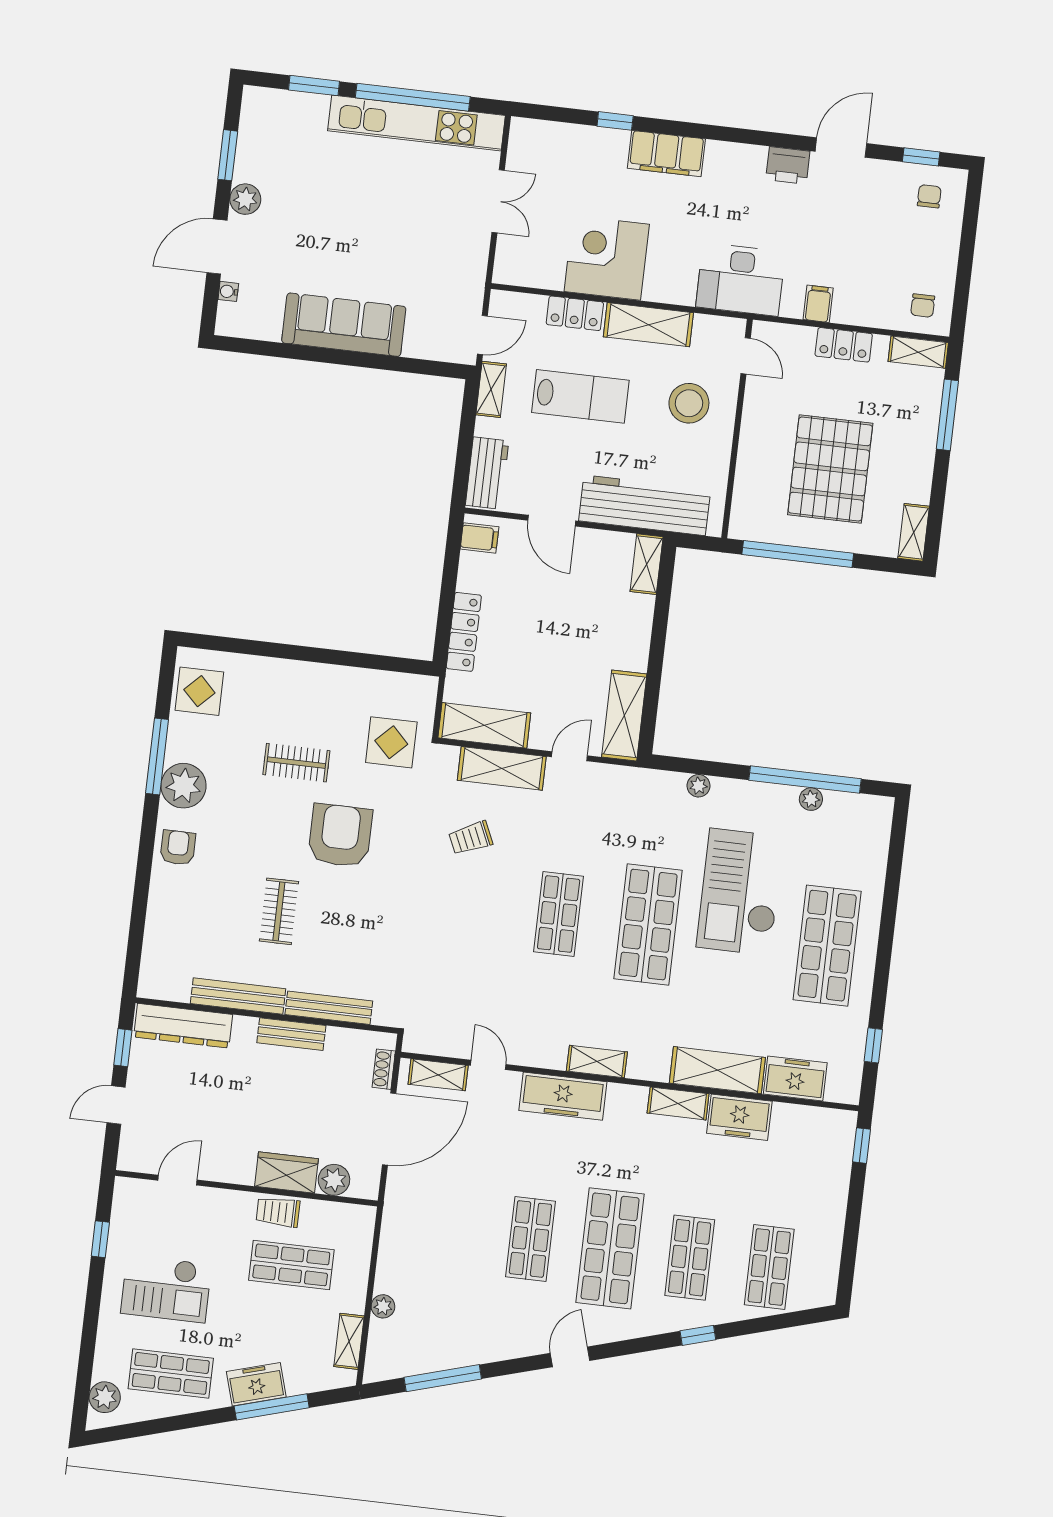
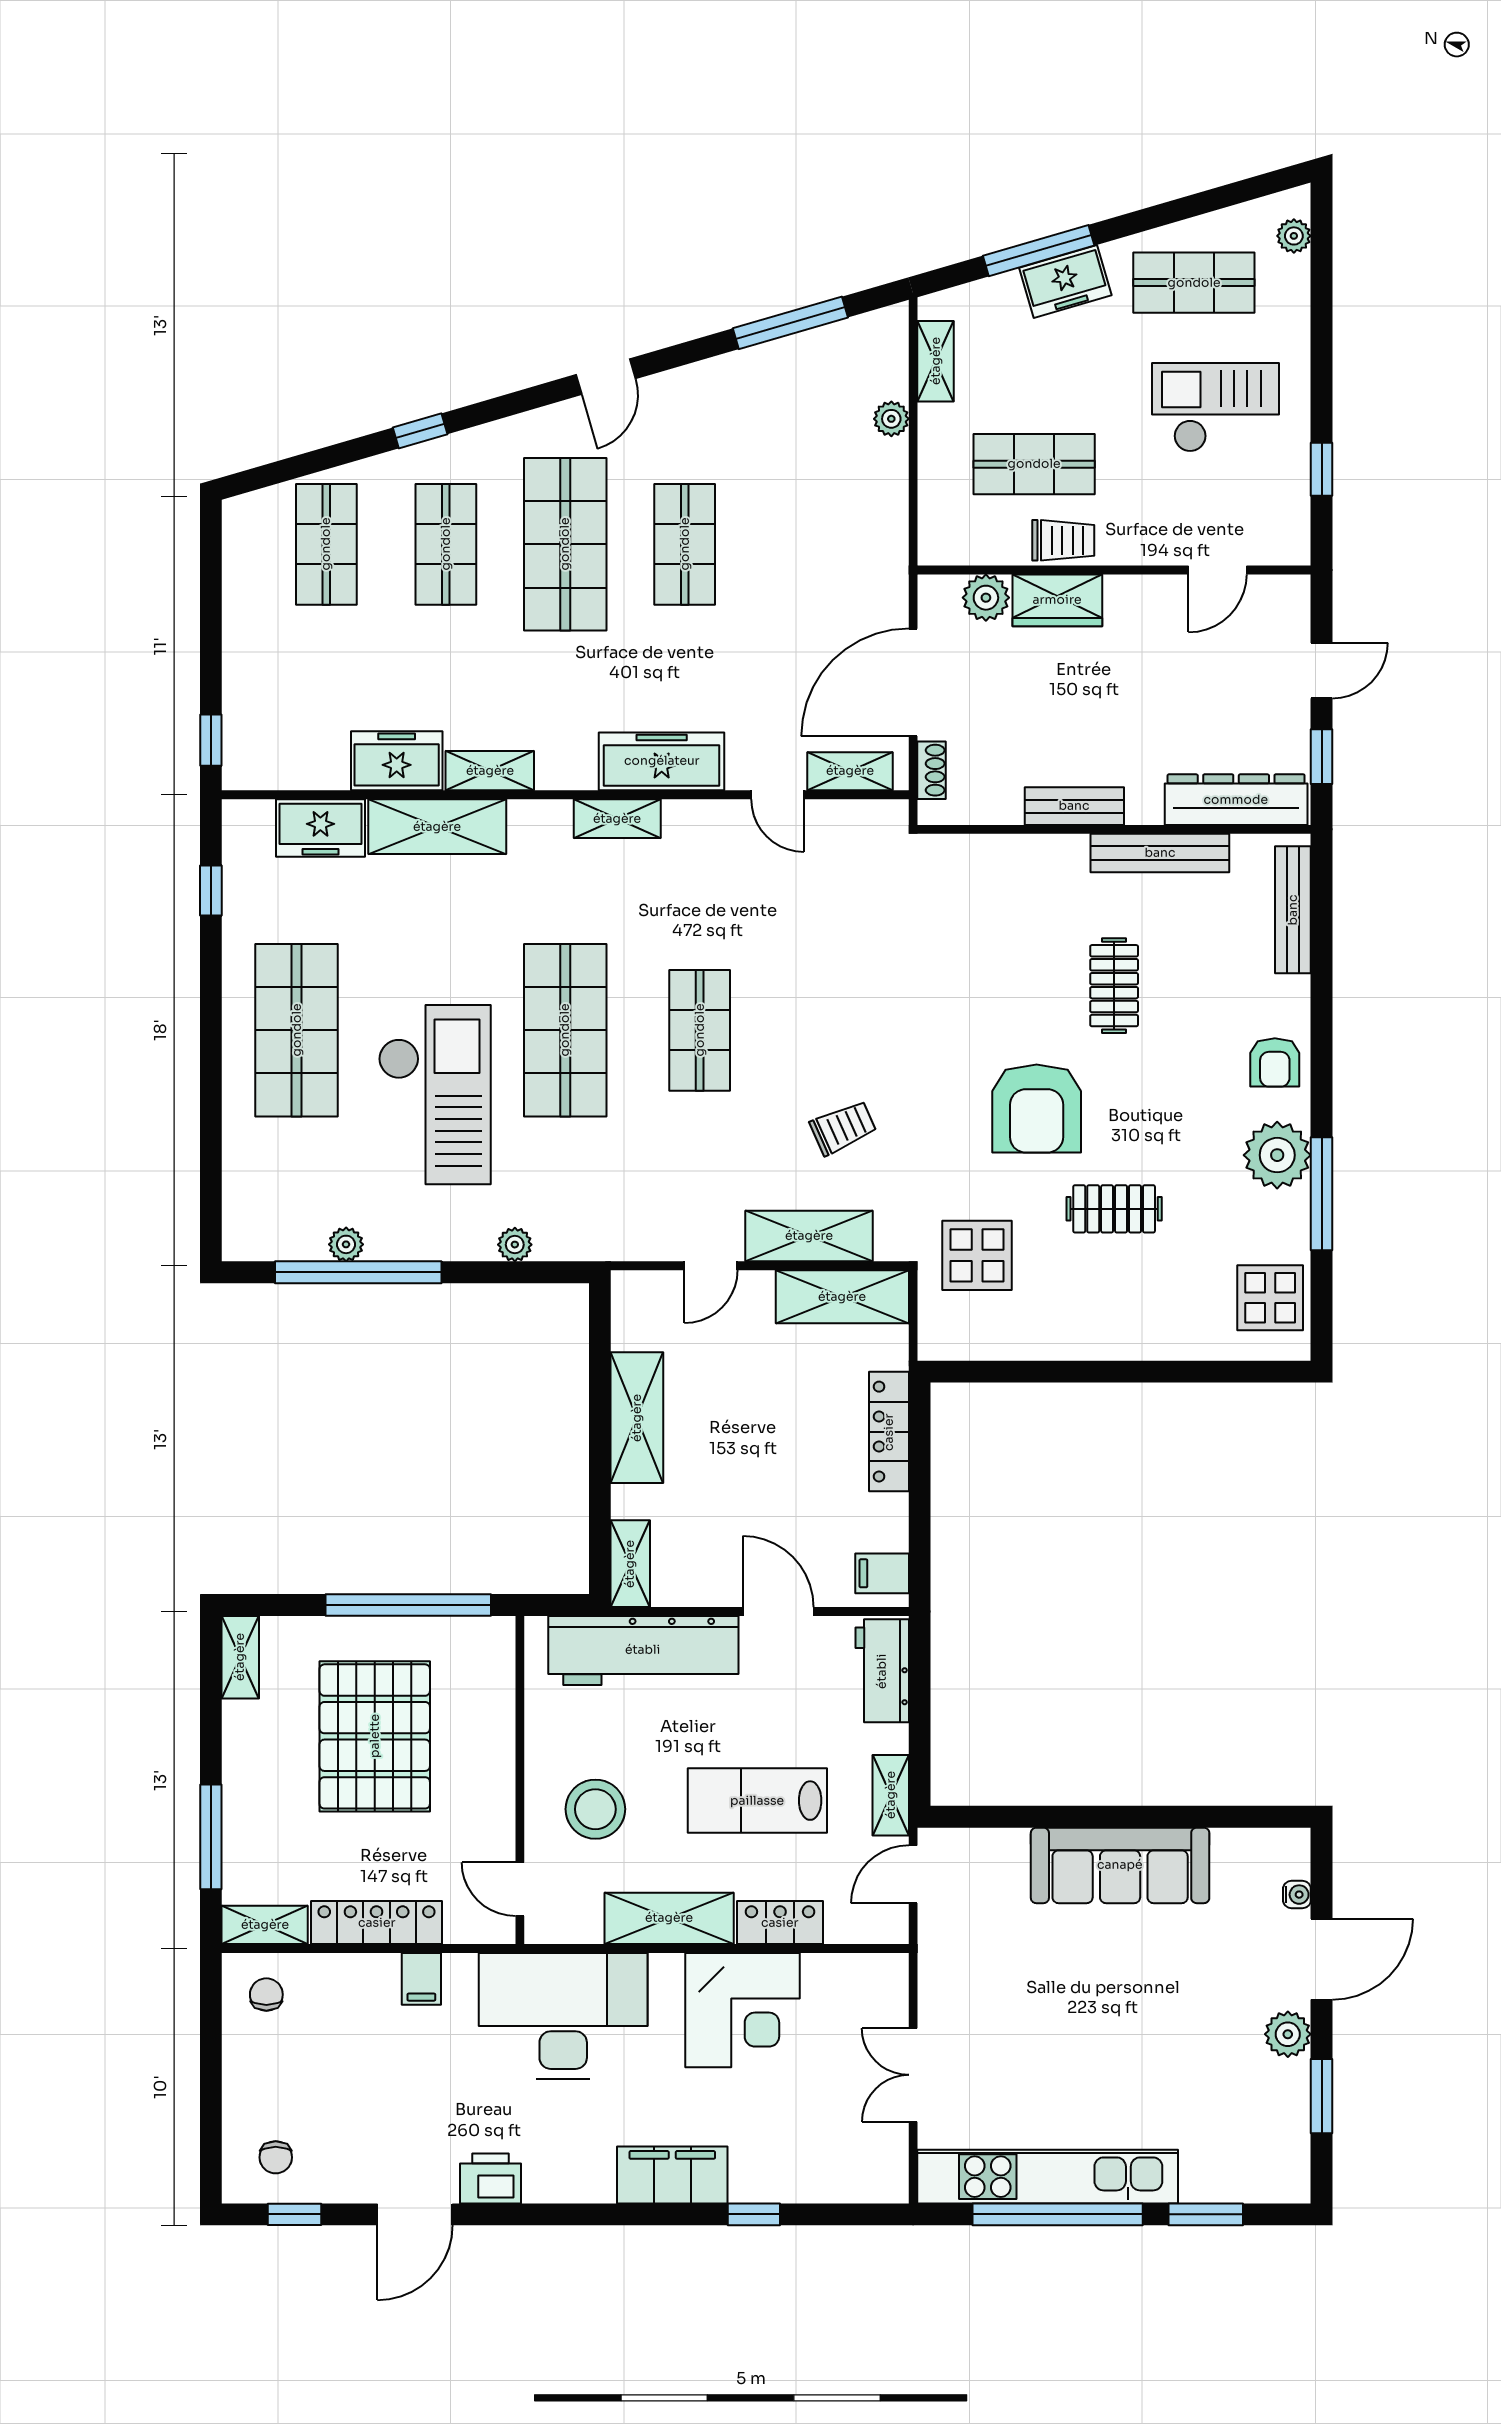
desk: (740, 279) -> (563, 2016), width x1.36, depth x1.30
locker: (844, 345) -> (377, 1923), width x1.53
shelving: (624, 715) -> (637, 1418), moved
bench: (329, 1008) -> (1293, 910), moved, turned 90
plant: (105, 1397) -> (1294, 236), width x0.73, depth x0.73

